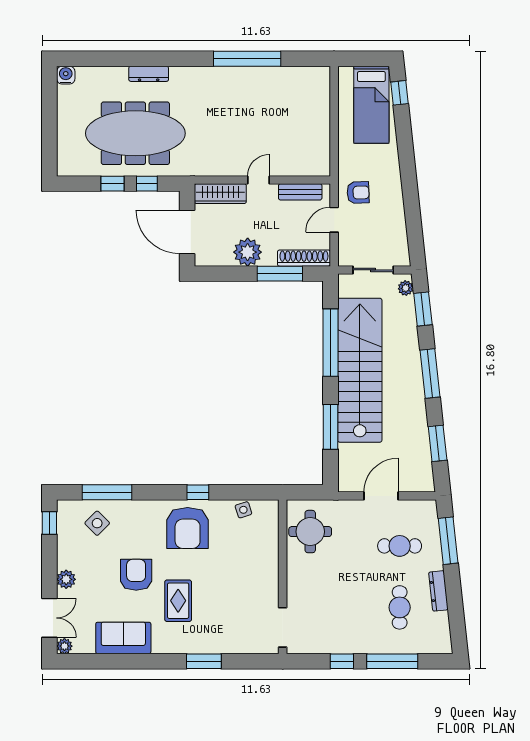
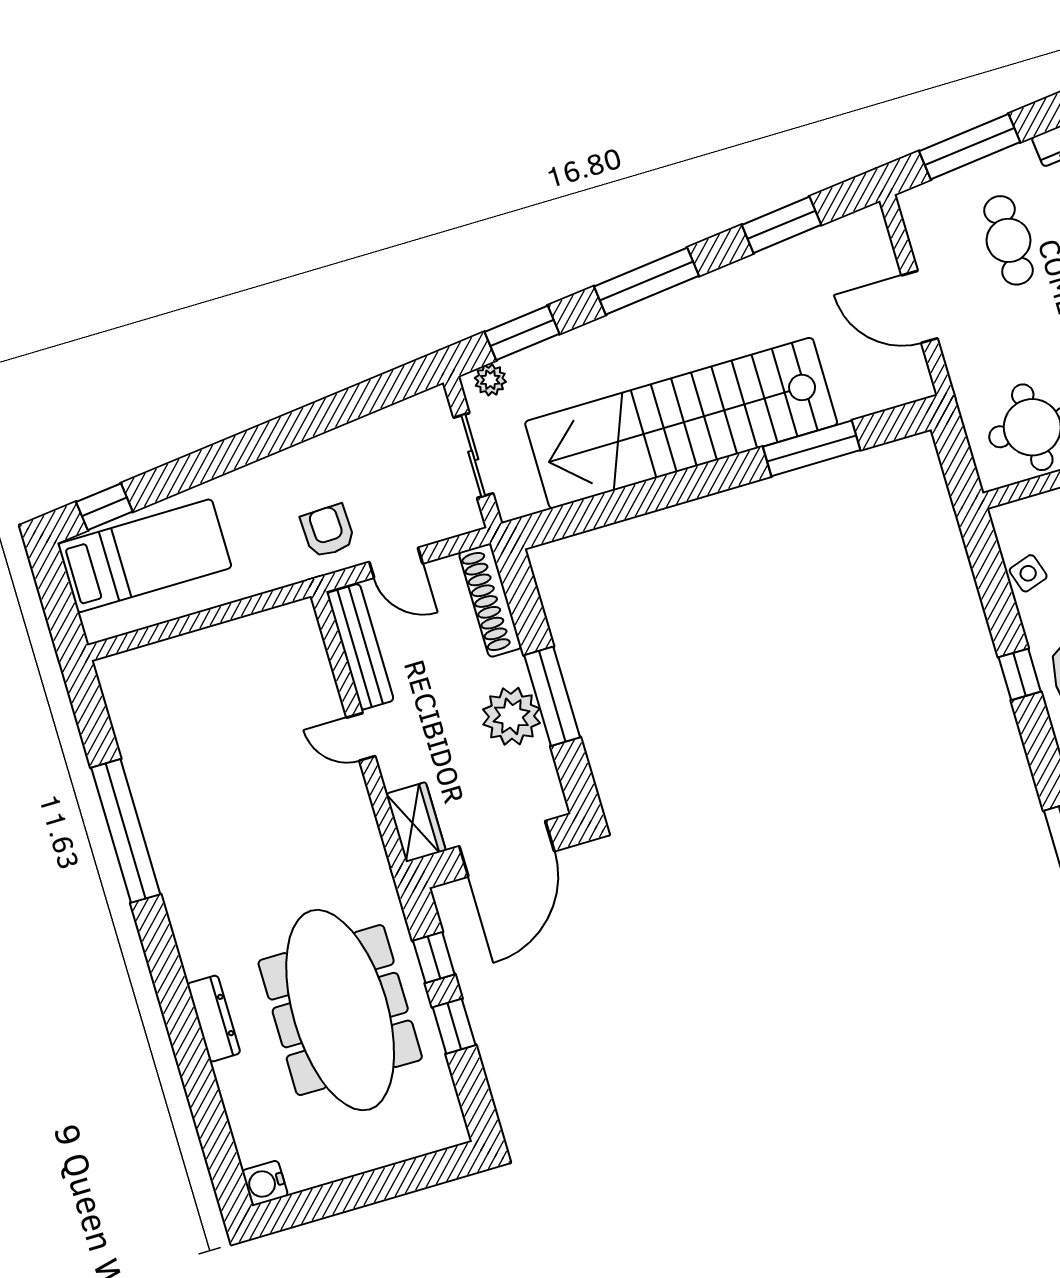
bench: (300, 192) -> (360, 647), width x1.36
wardrobe: (220, 194) -> (416, 822), width x0.67
window: (280, 274) -> (552, 696), moved
window: (330, 343) -> (643, 498), removed

